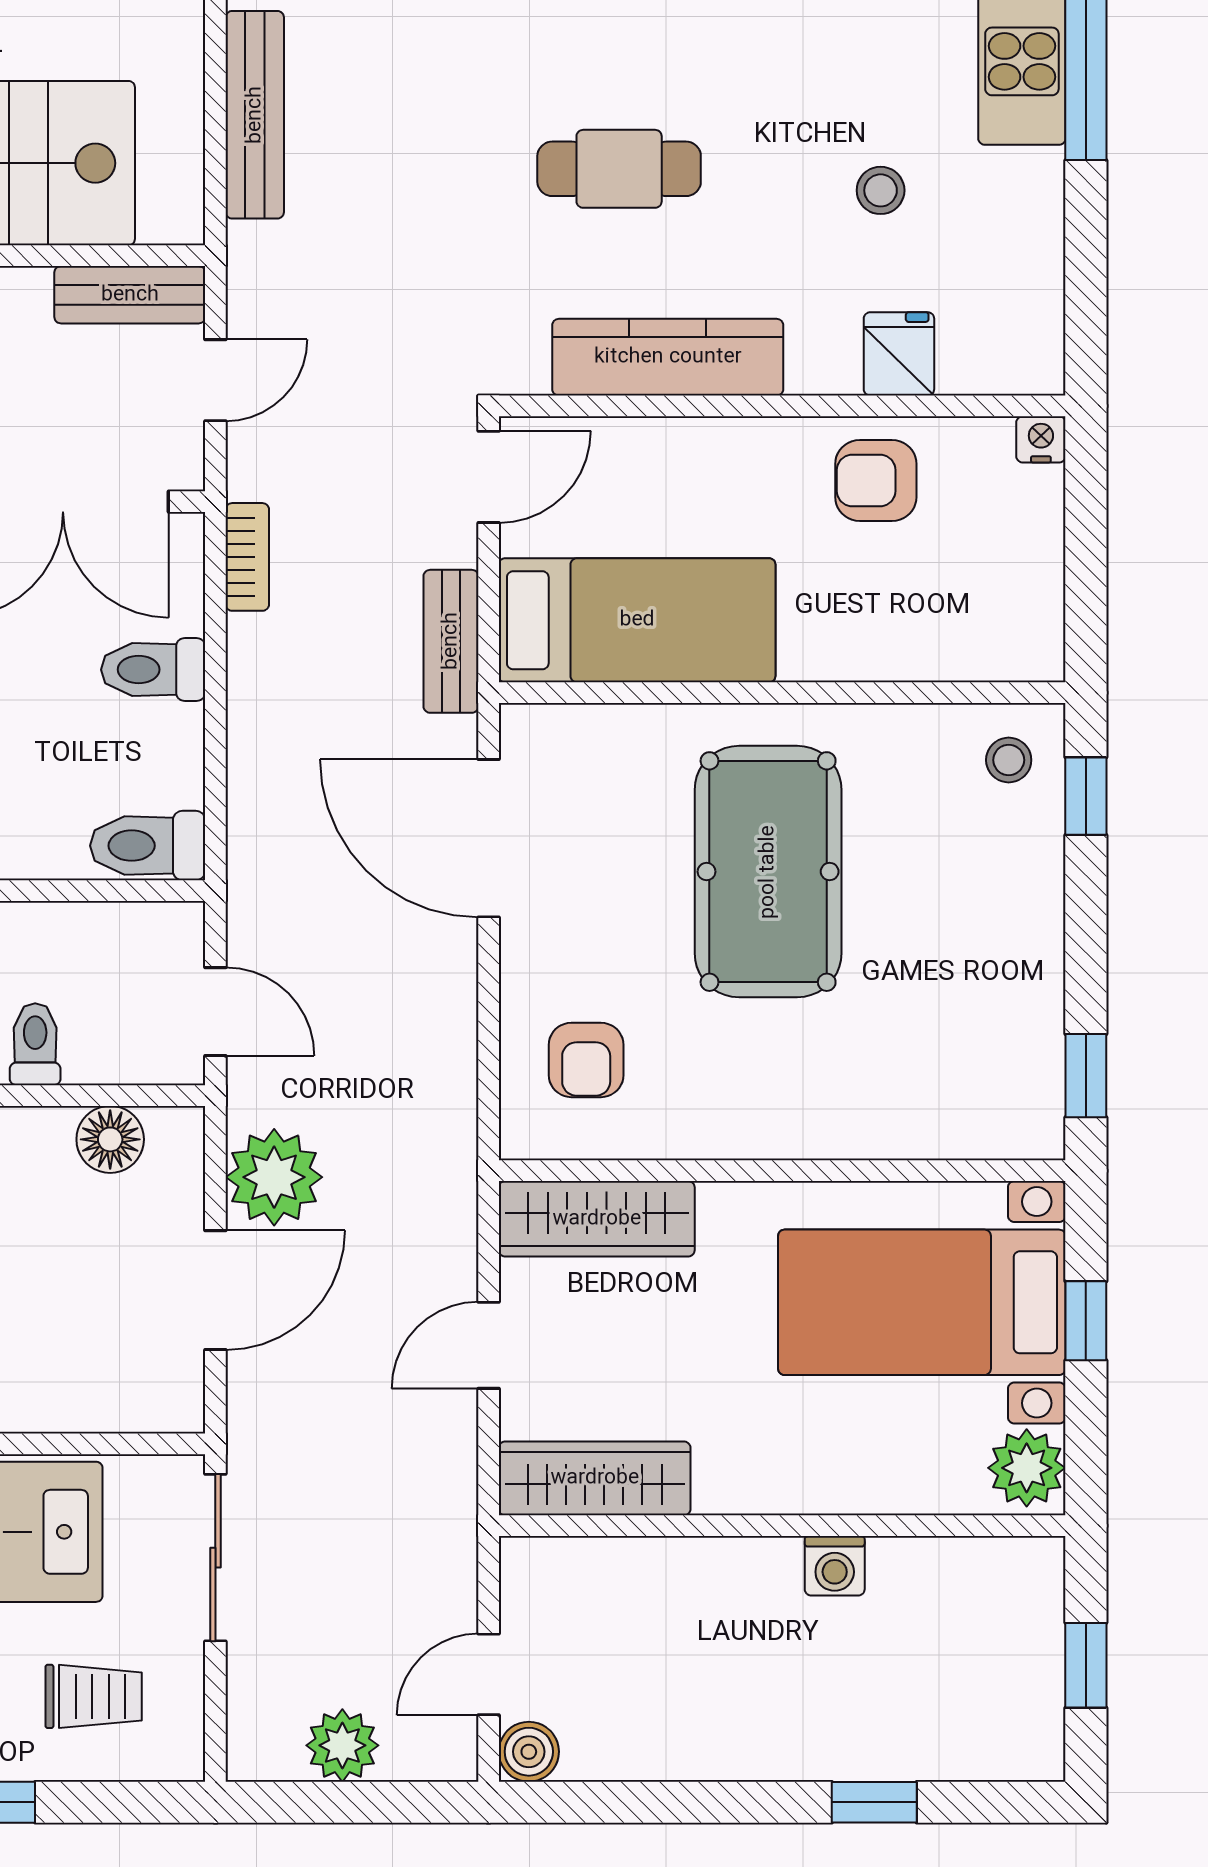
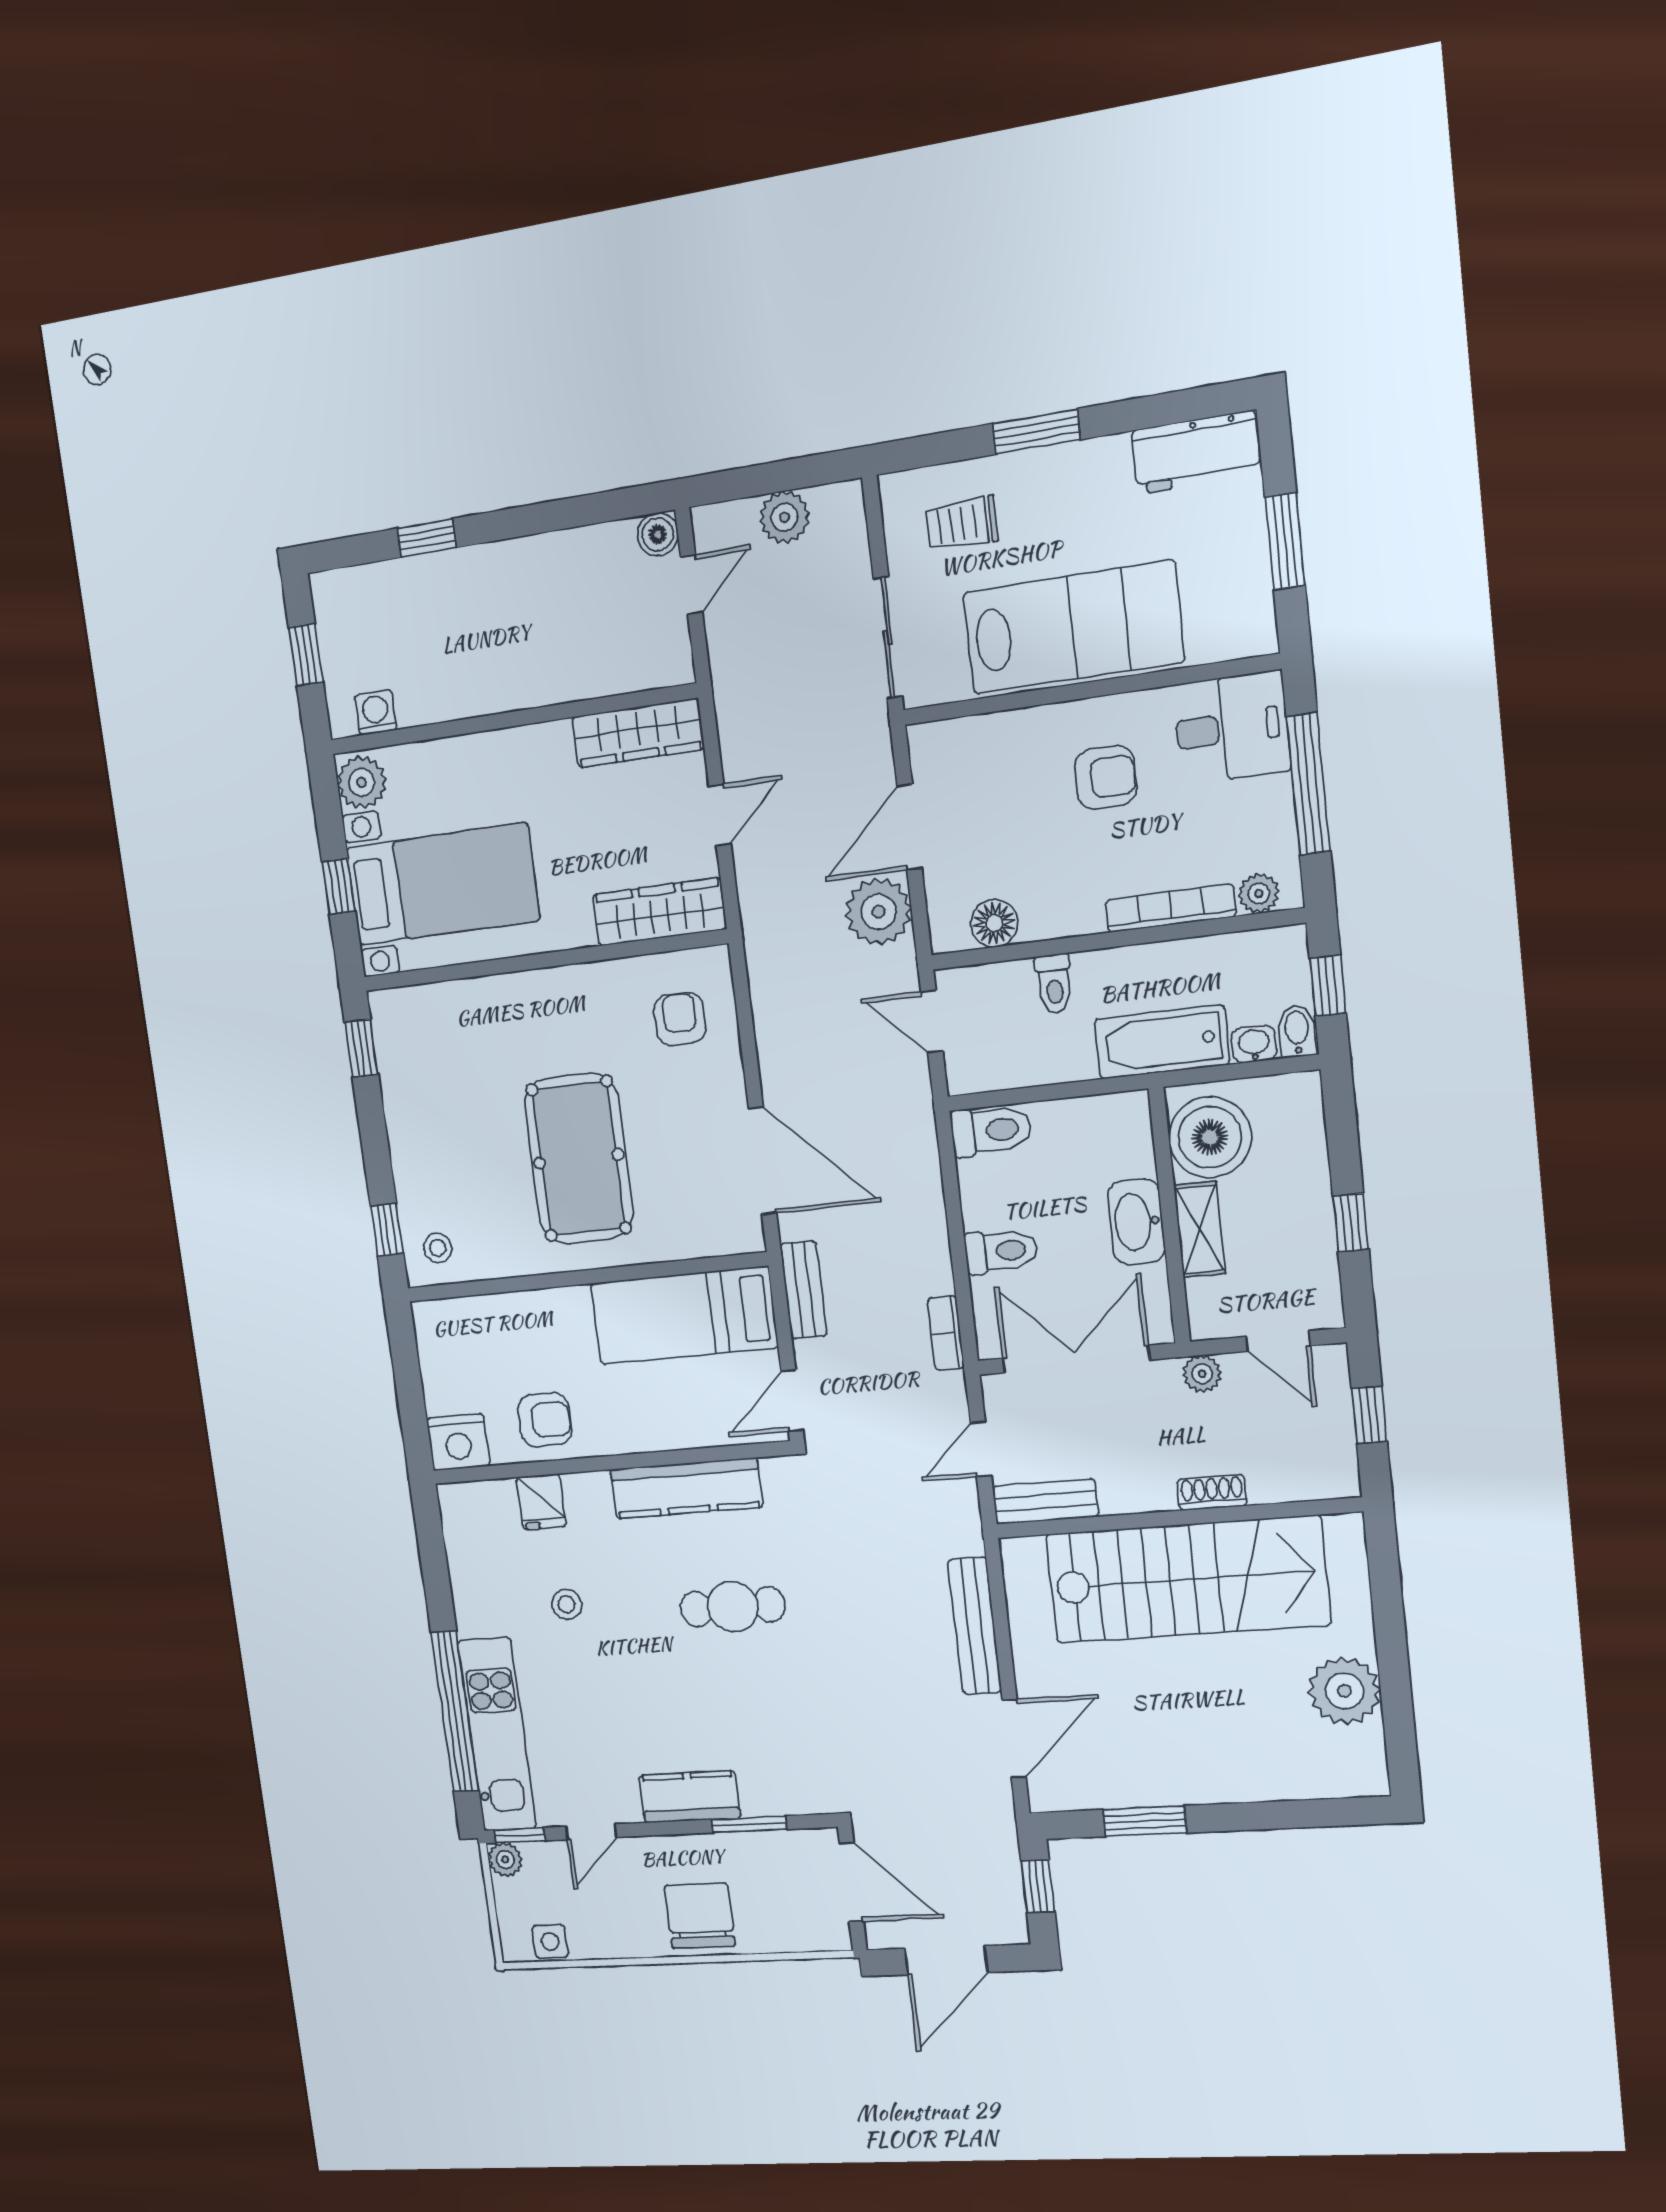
nightstand: (1041, 439) -> (458, 1442), width x1.89, depth x1.79
washing machine: (835, 1566) -> (376, 713), moved

